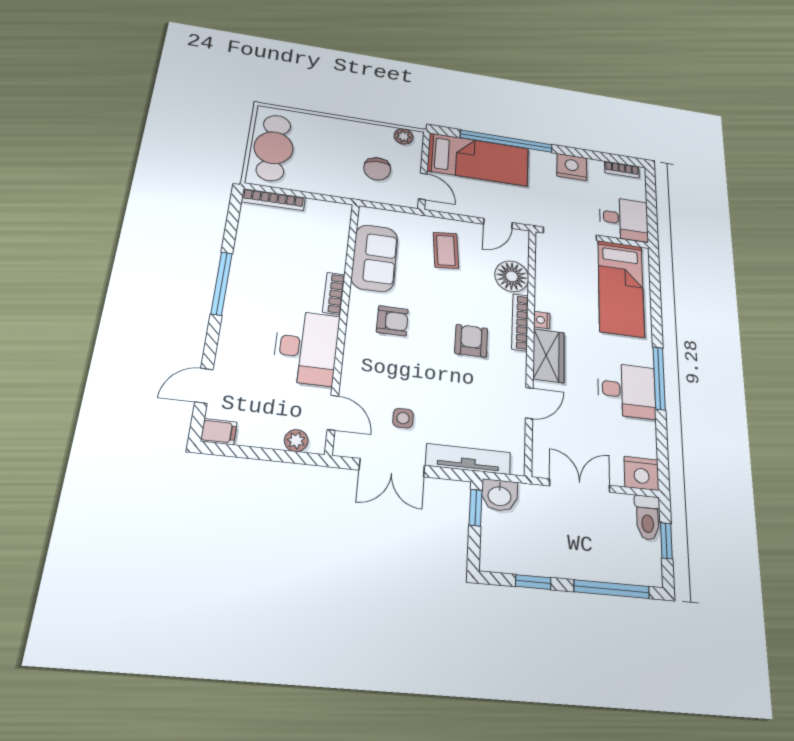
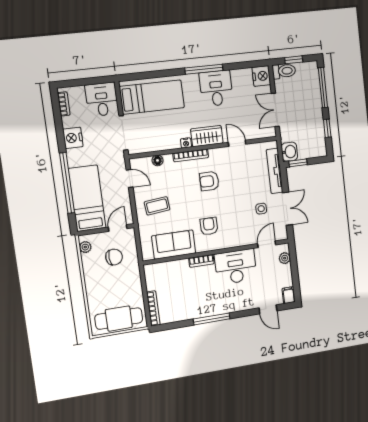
floor lamp: (512, 276) -> (157, 160), width x0.53, depth x0.53

